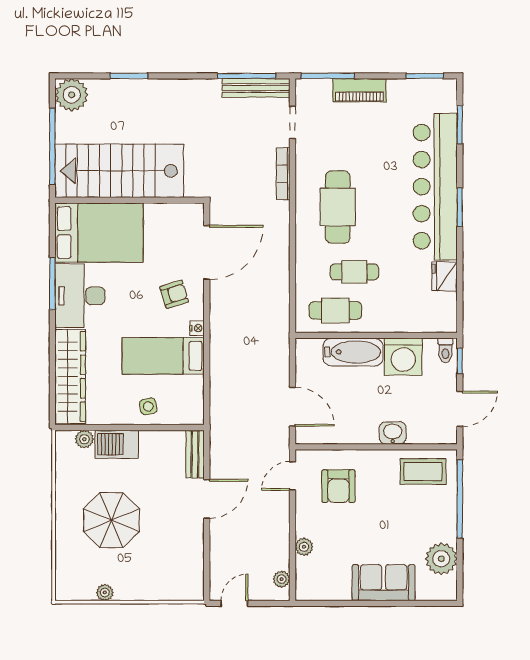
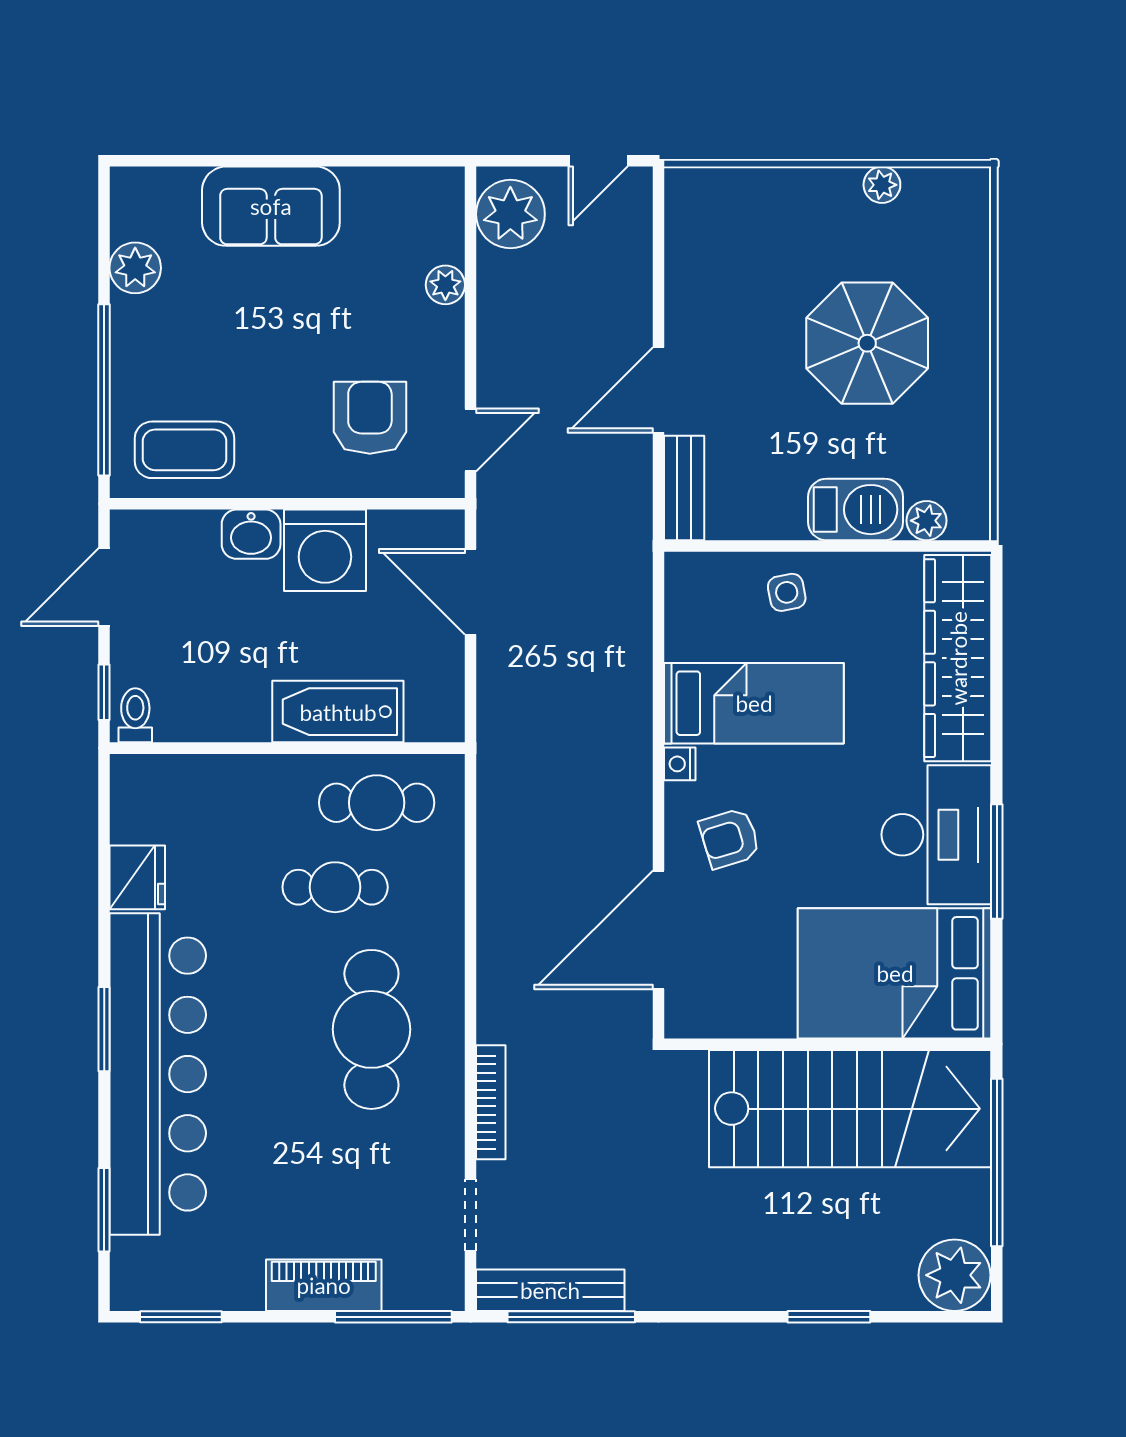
washing machine: (403, 357) -> (325, 550), moved, turned 180
plant: (441, 559) -> (135, 268), width x0.73, depth x0.73
plant: (282, 579) -> (510, 214), width x1.87, depth x1.87

